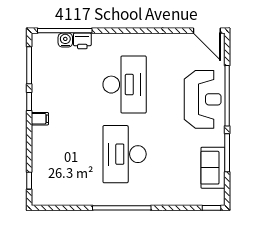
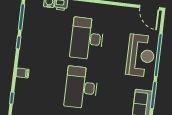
desk: (125, 85) -> (87, 39), turned 180
filing cabinet: (40, 119) -> (23, 73), moved

